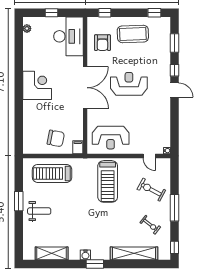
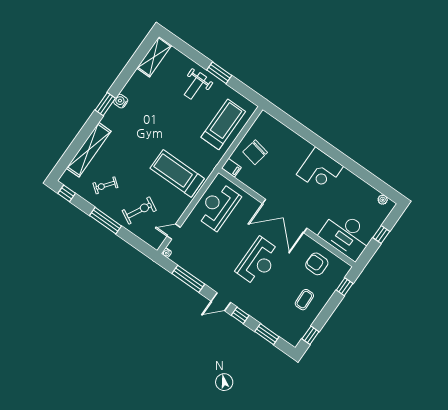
coffee table: (133, 34) -> (304, 300), width x0.54, depth x0.58
window: (174, 123) -> (188, 279), added
shelving: (52, 253) -> (154, 57), moved

